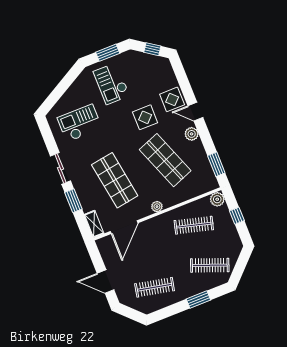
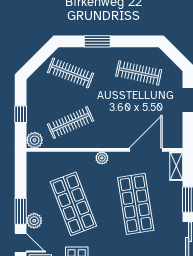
window: (216, 164) -> (21, 211), moved
clothes rail: (194, 225) -> (71, 122), turned -39

